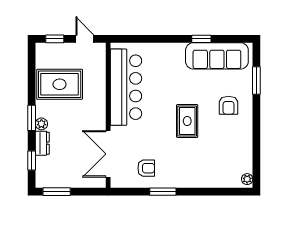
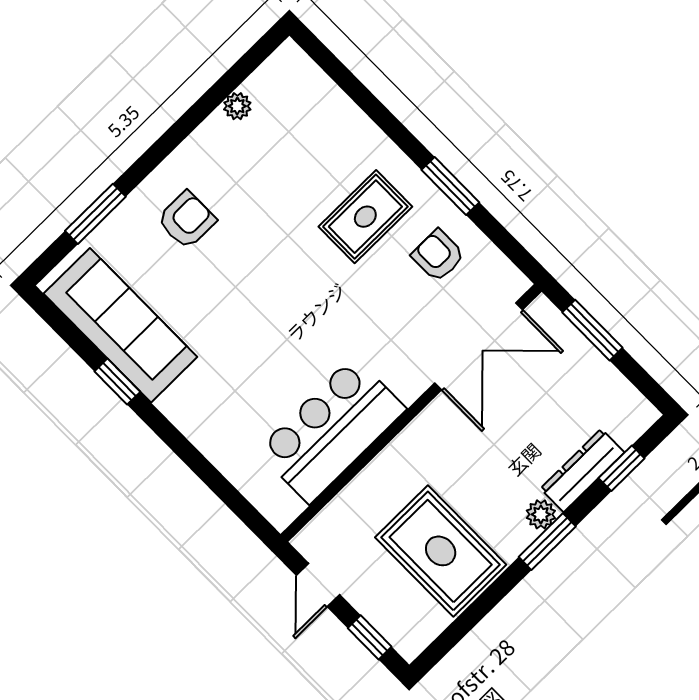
bar counter: (126, 87) -> (332, 430), width x0.73
rug: (187, 121) -> (365, 217), moved
dresser: (42, 143) -> (582, 470), width x1.44
plant: (247, 179) -> (237, 106), moved
window: (57, 192) -> (592, 330), moved

